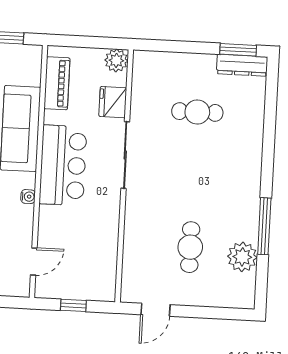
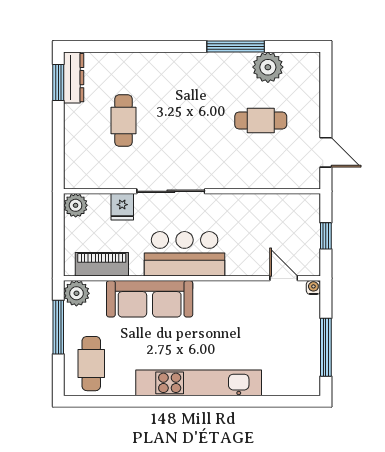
plant: (30, 57) -> (76, 293), added
fridge: (113, 102) -> (122, 207), width x0.72
water cooler: (28, 197) -> (313, 288), moved

